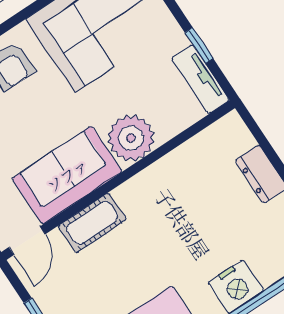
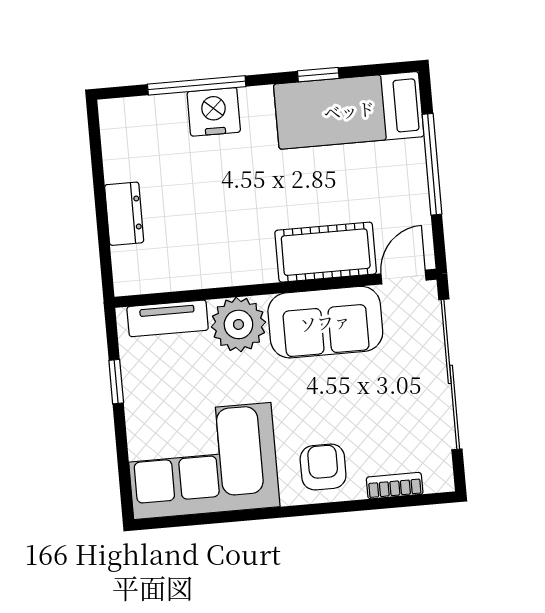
tv unit: (200, 79) -> (168, 318), moved, turned 90
cot: (92, 223) -> (326, 252), width x1.37, depth x1.34

